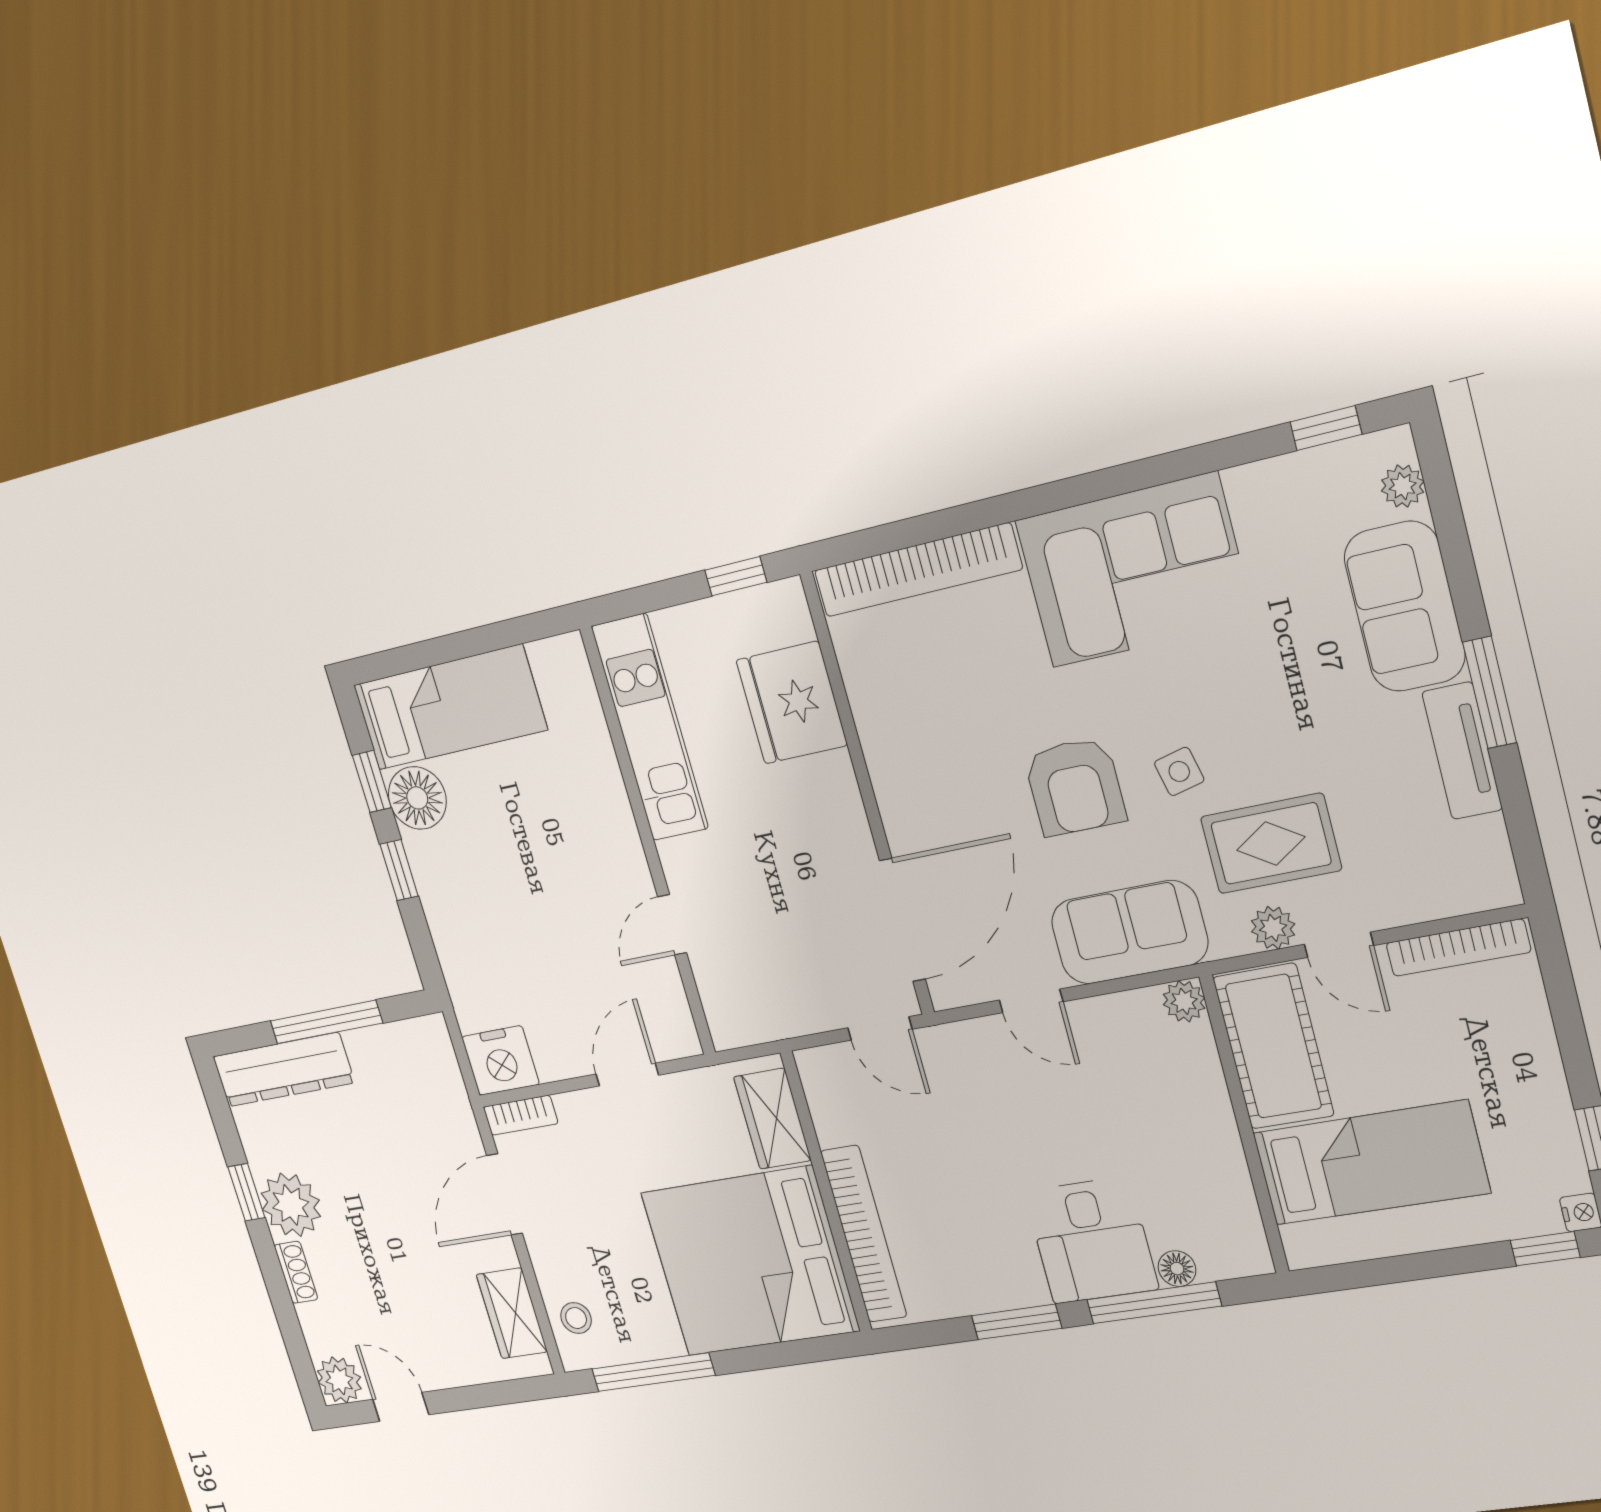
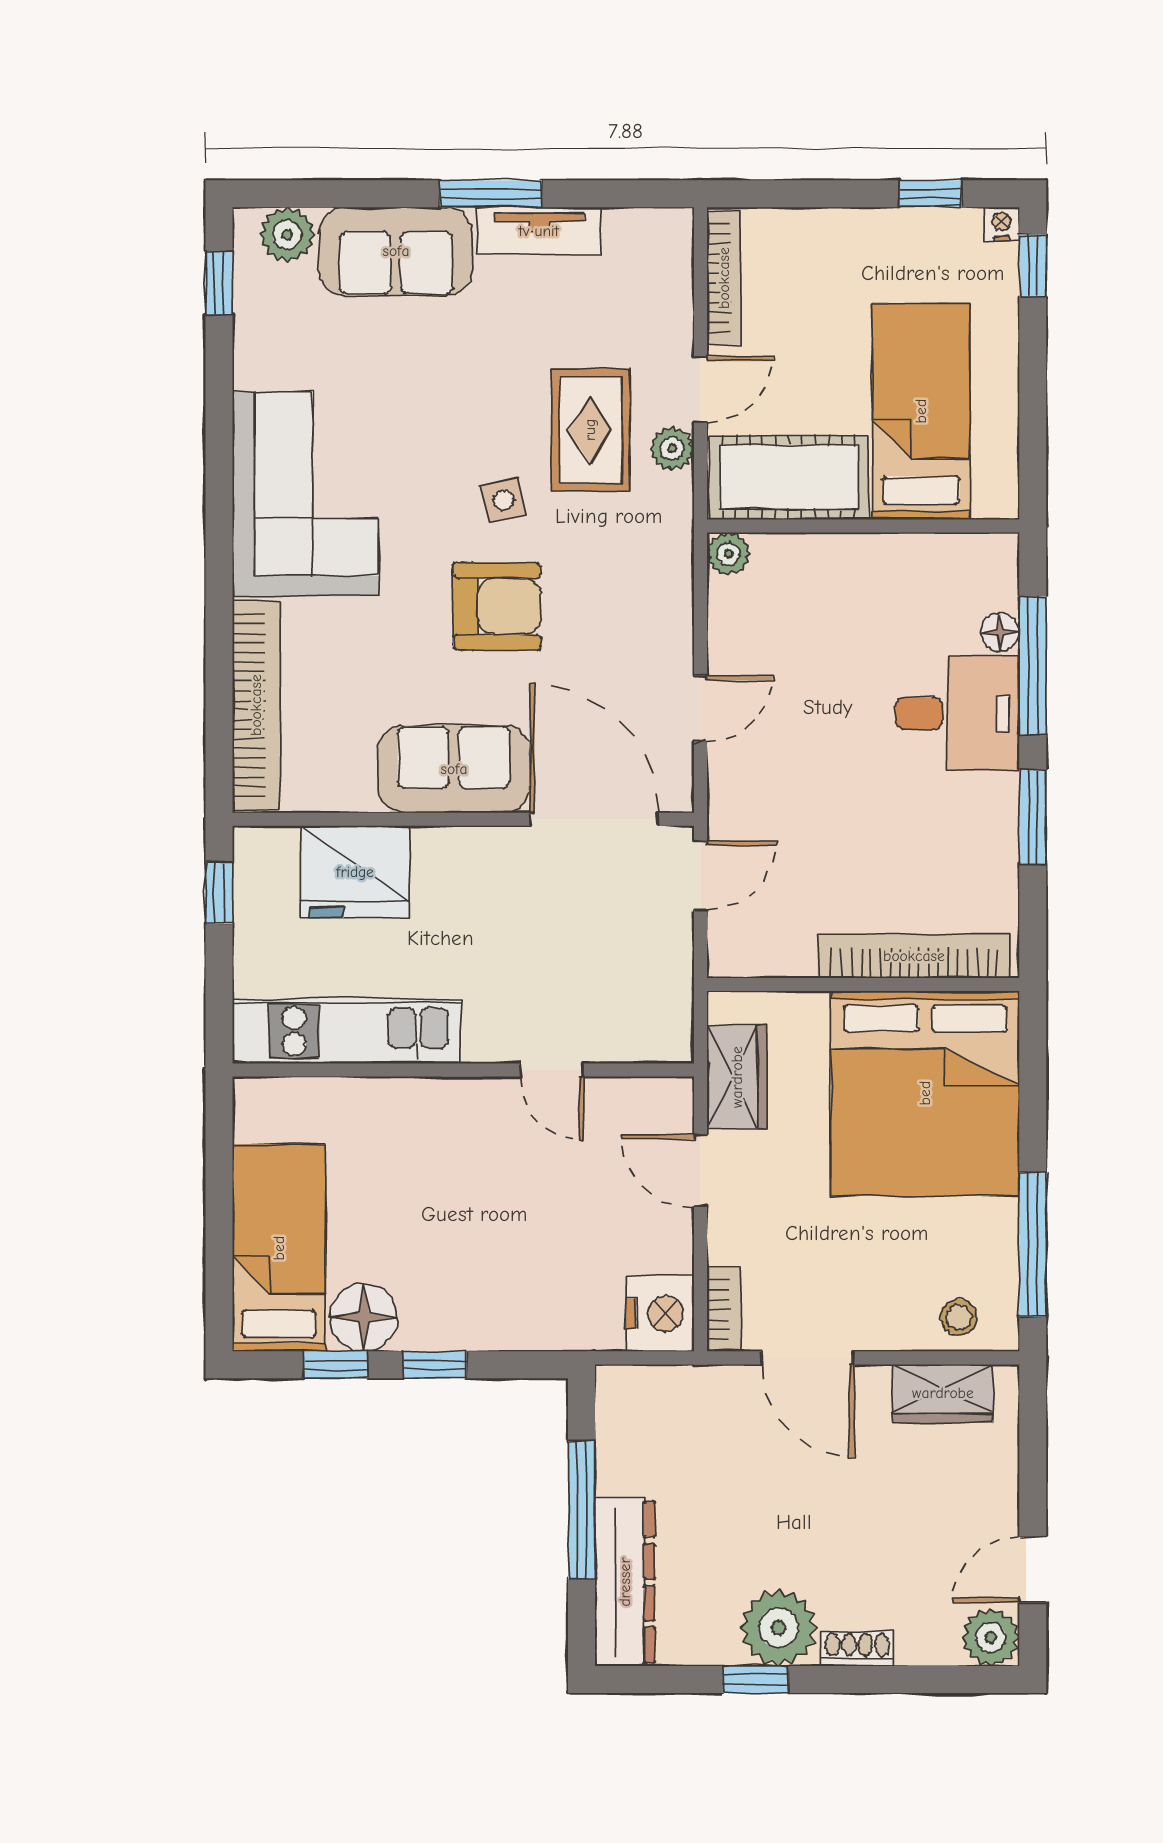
plant: (1403, 486) -> (287, 235), width x1.38, depth x1.38
sofa: (1129, 932) -> (454, 769), moved, turned 90
wardrobe: (772, 1119) -> (737, 1077), moved, turned -90

